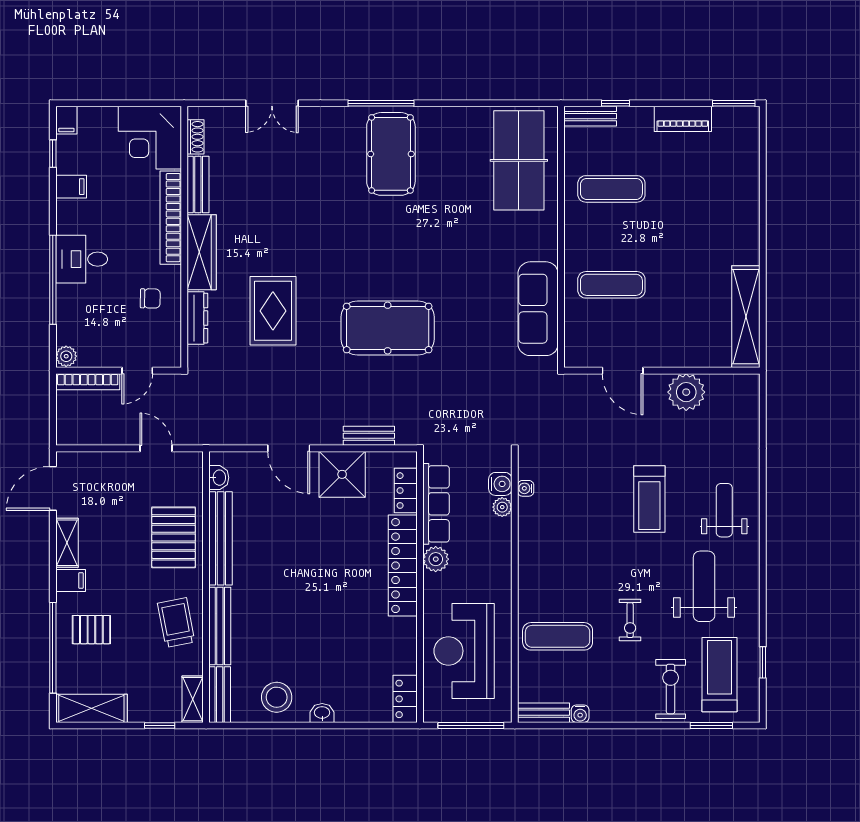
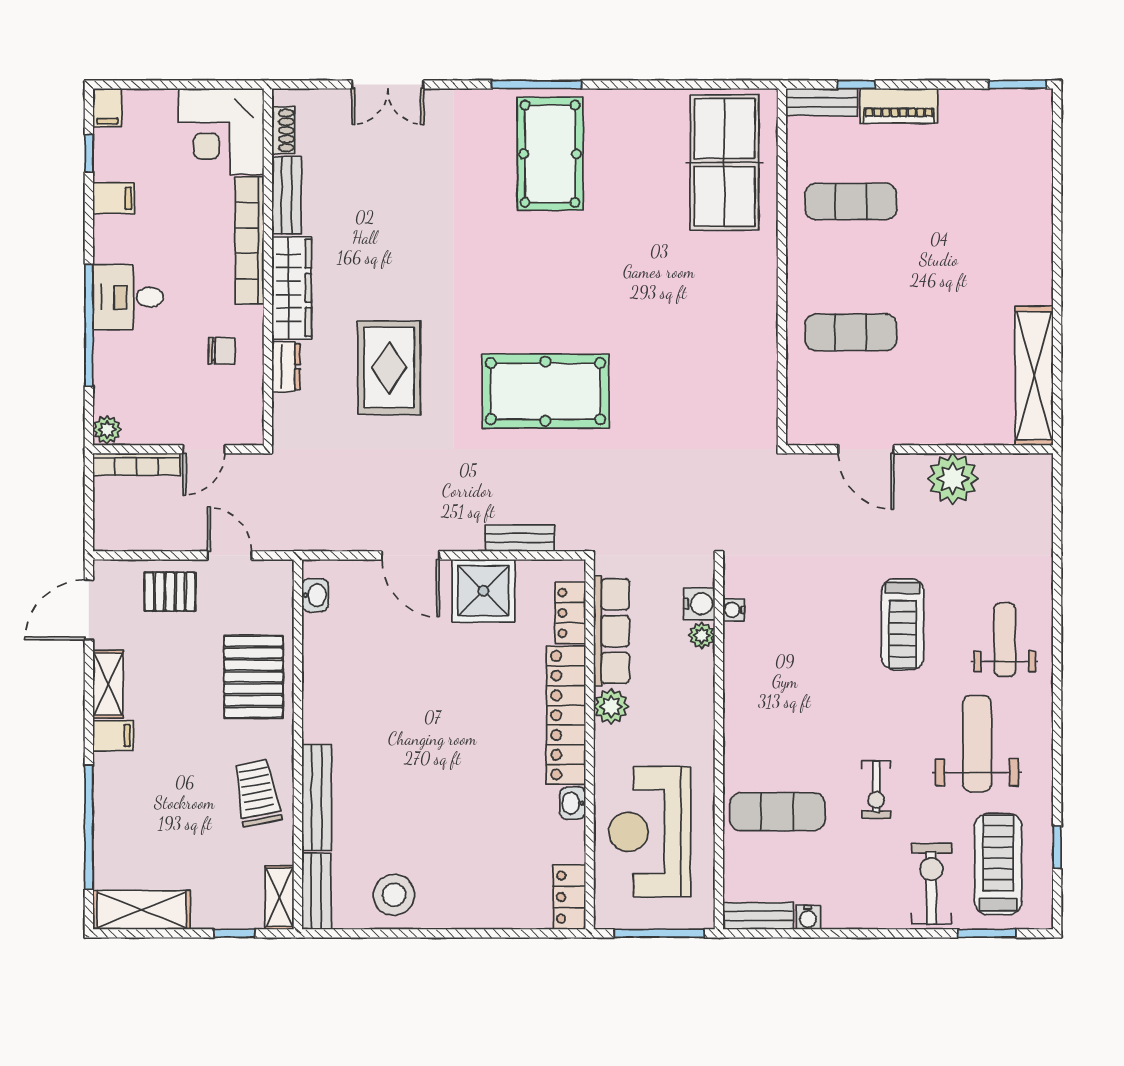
piano: (683, 119) -> (899, 106), moved
sofa: (538, 309) -> (751, 365), removed
dresser: (197, 318) -> (286, 367), width x0.70
bench: (221, 538) -> (318, 678), removed
pallet: (91, 630) -> (170, 592), moved
washbasin: (322, 713) -> (573, 803), moved, turned -90

